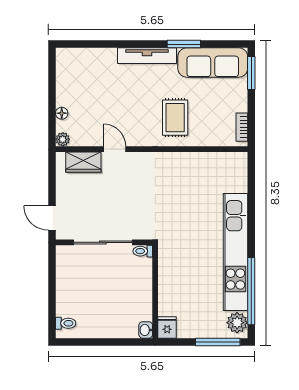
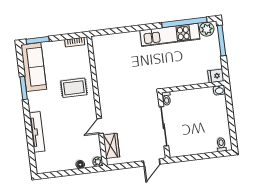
tv unit: (147, 56) -> (37, 132), moved
kitchen unit: (235, 252) -> (170, 35), width x0.73

